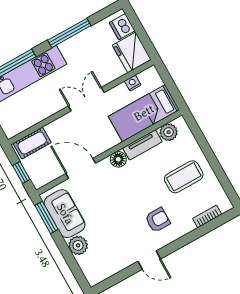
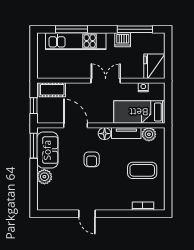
dishwasher: (122, 27) -> (123, 40), moved, turned -90
window: (69, 33) -> (135, 29), moved
armchair: (158, 220) -> (92, 159), moved, turned 90

